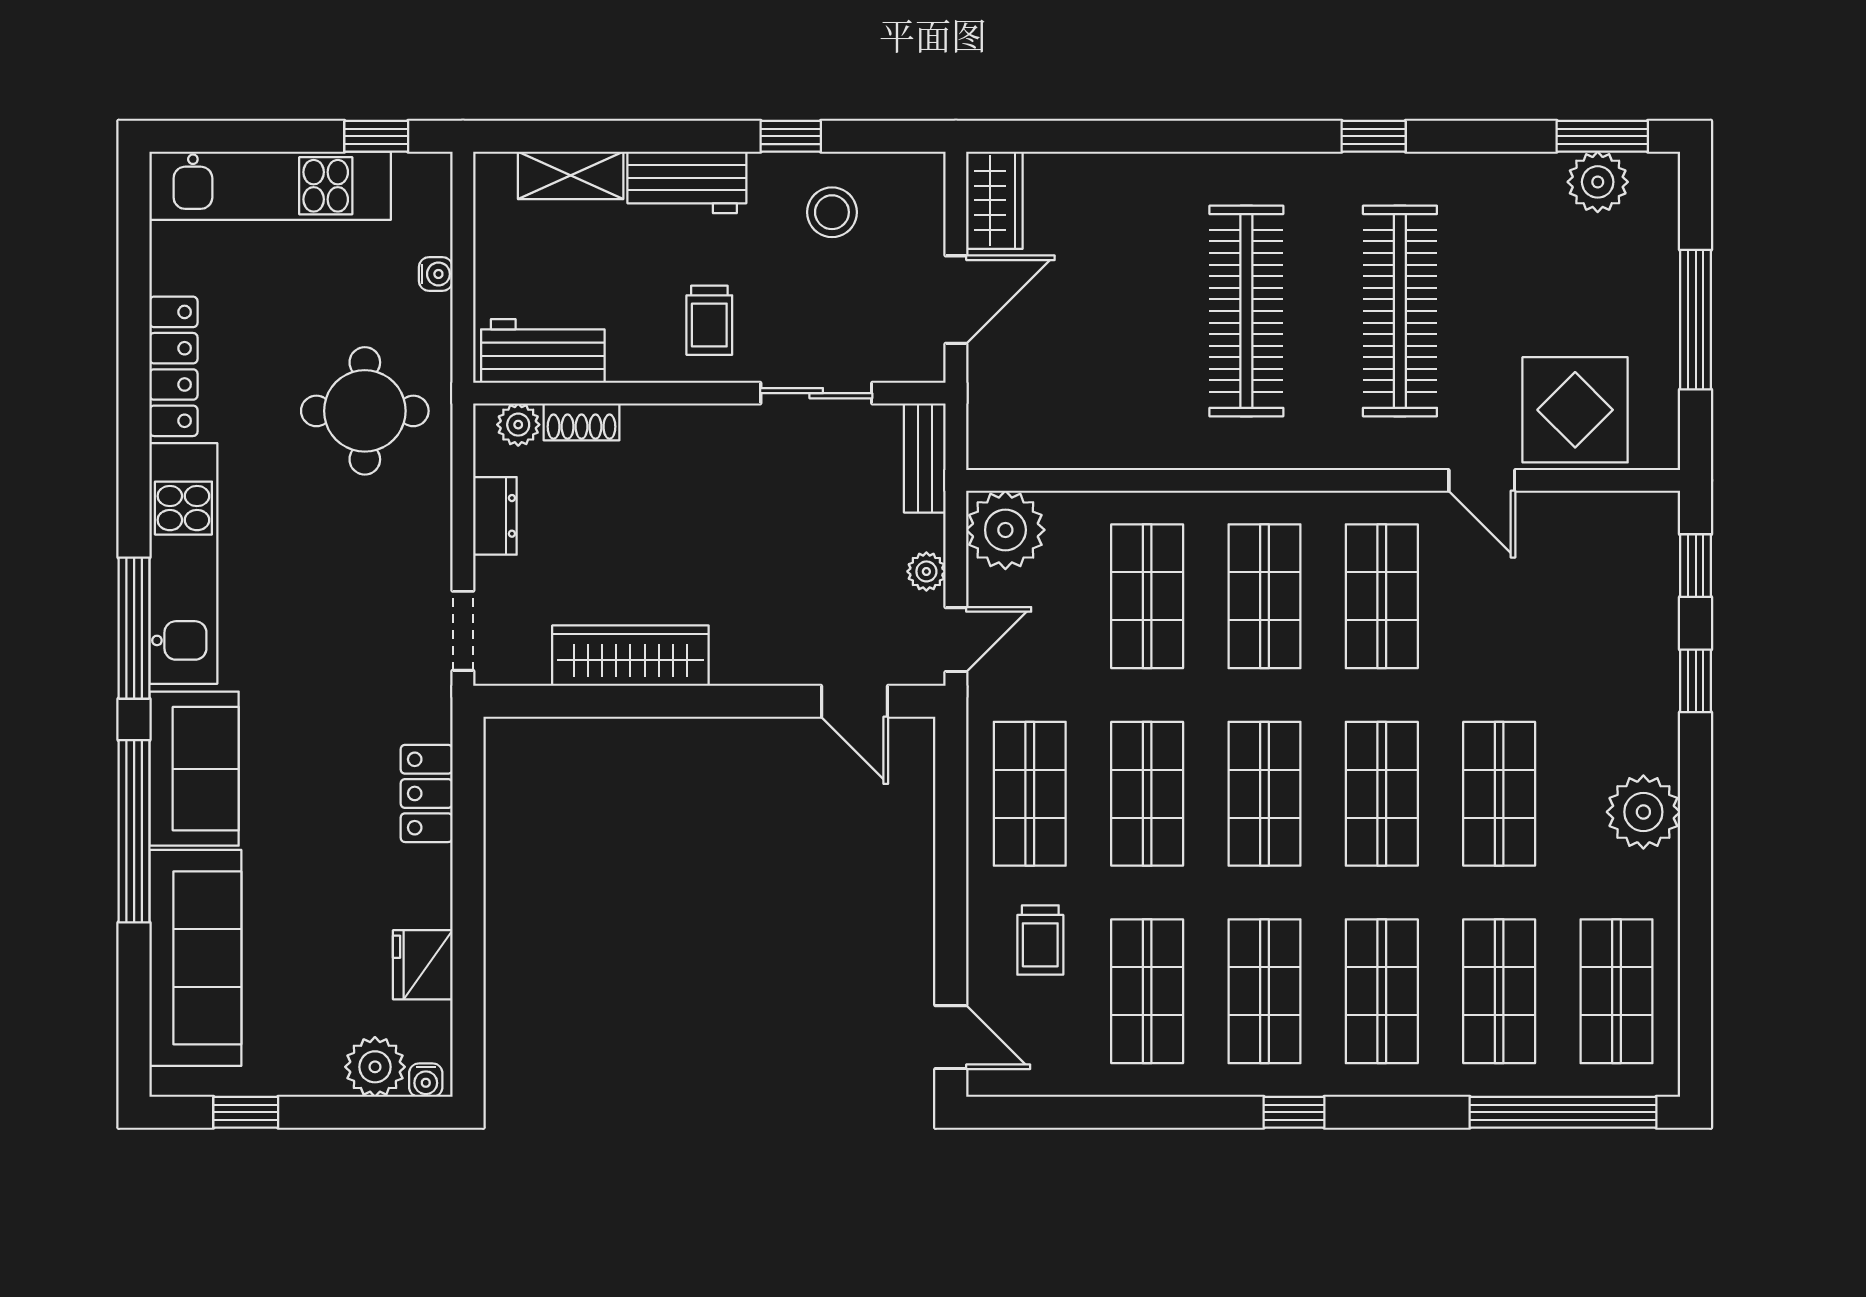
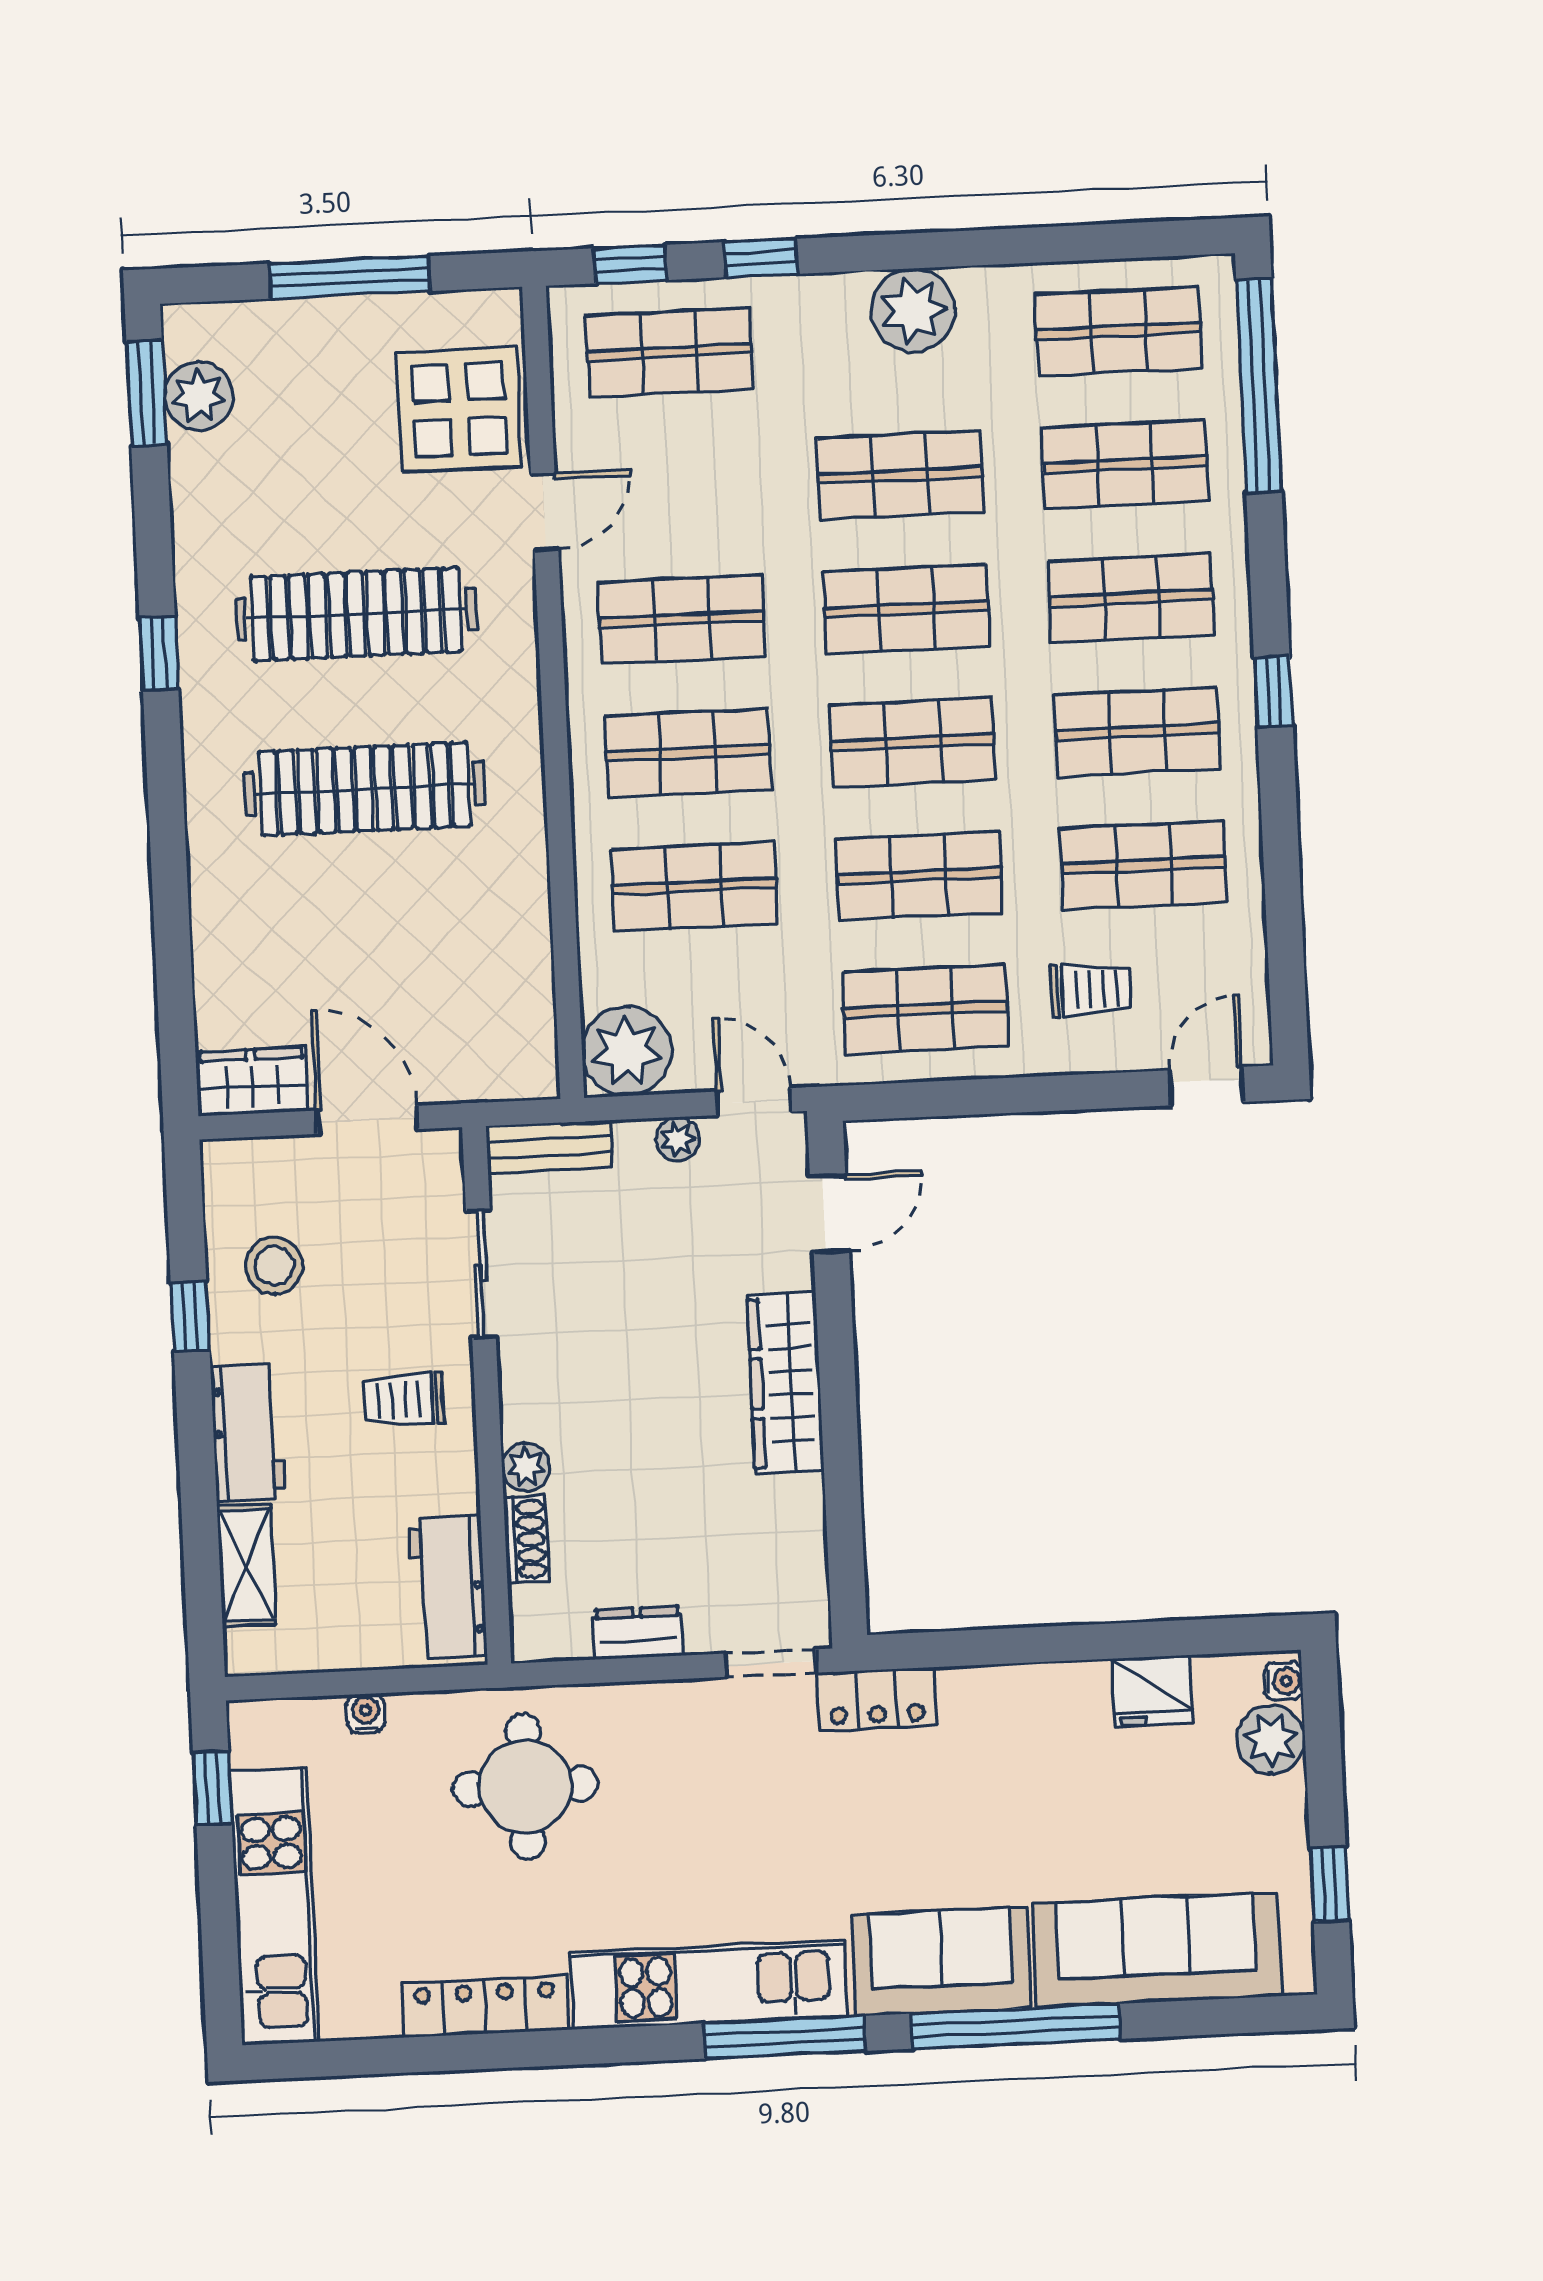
trolley: (709, 320) -> (404, 1399), turned 180
plant: (518, 425) -> (526, 1467), moved
shop shelf: (1616, 596) -> (669, 352), added
wardrobe: (630, 656) -> (785, 1383), moved
locker: (427, 793) -> (877, 1699), moved

